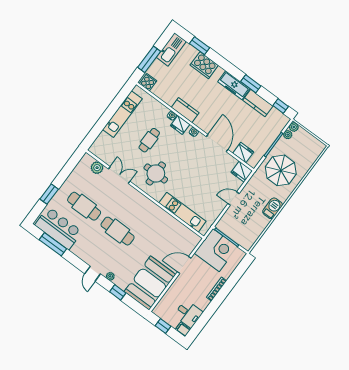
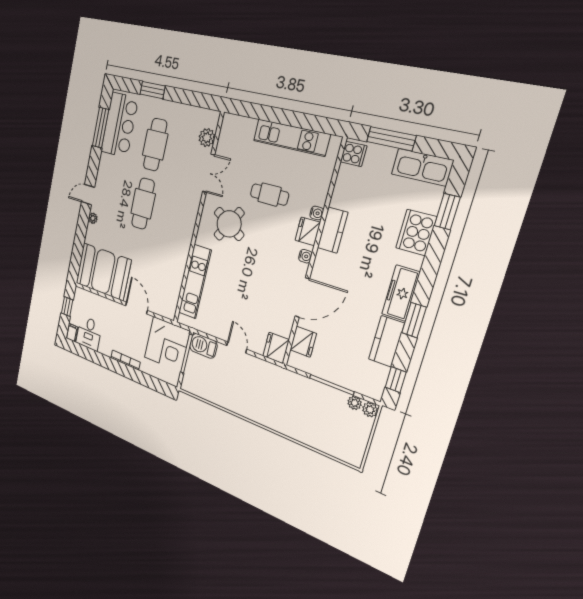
parasol: (281, 170) -> (299, 406), removed
round table: (156, 173) -> (229, 224), turned 31
barbecue: (272, 208) -> (203, 346), moved, turned 180
window: (118, 292) -> (80, 236), removed

